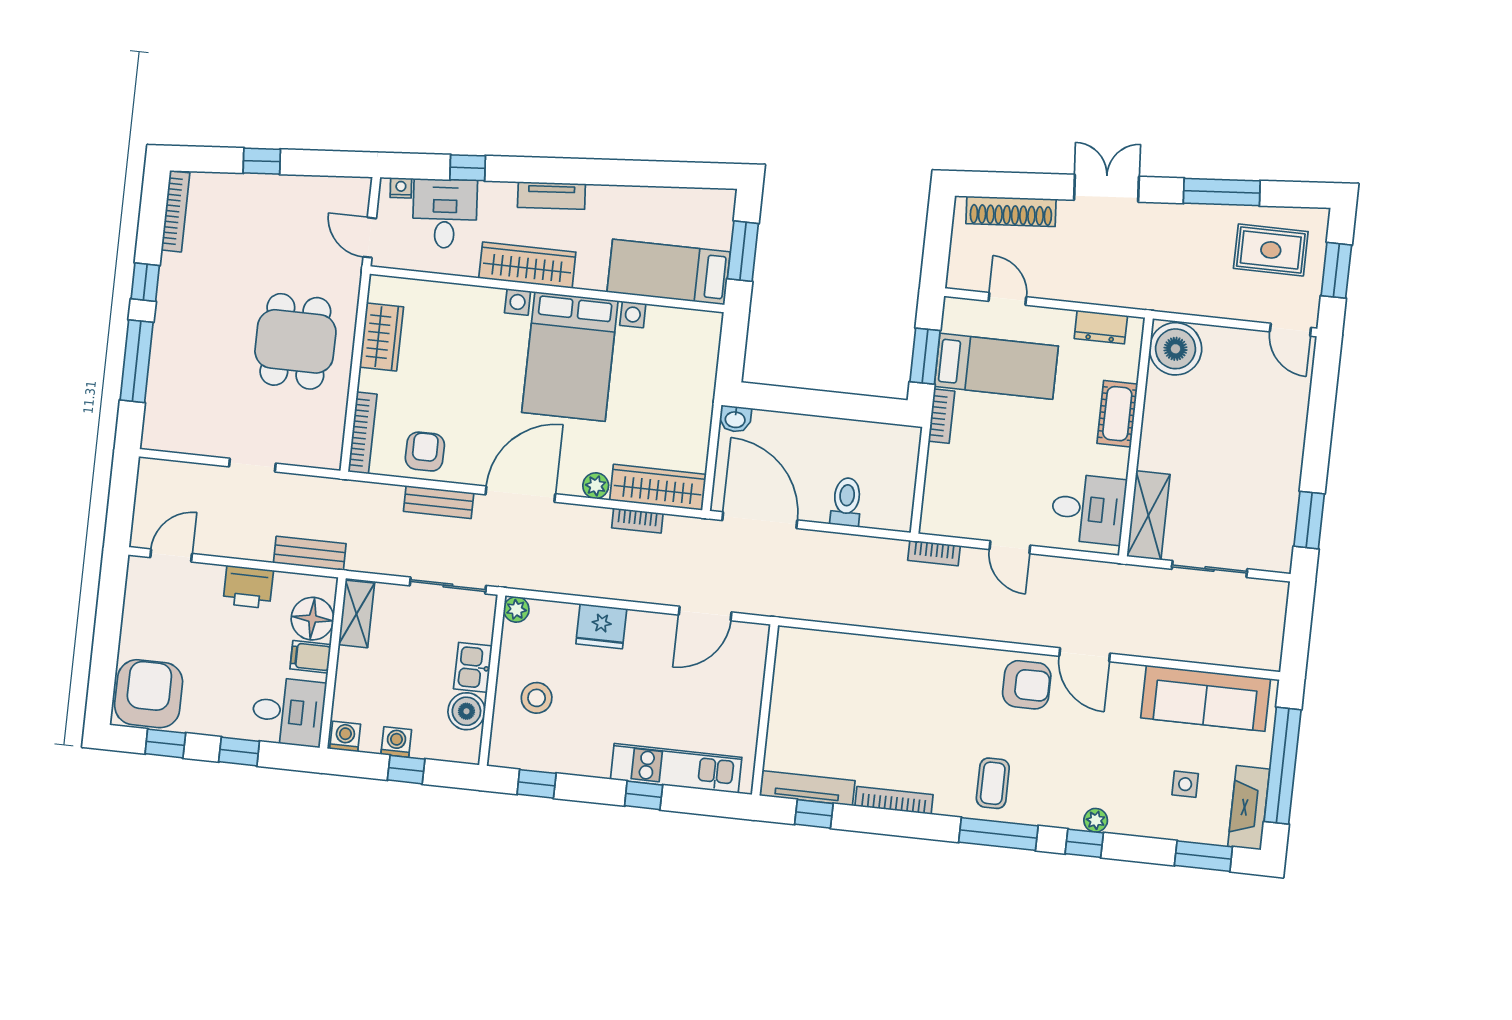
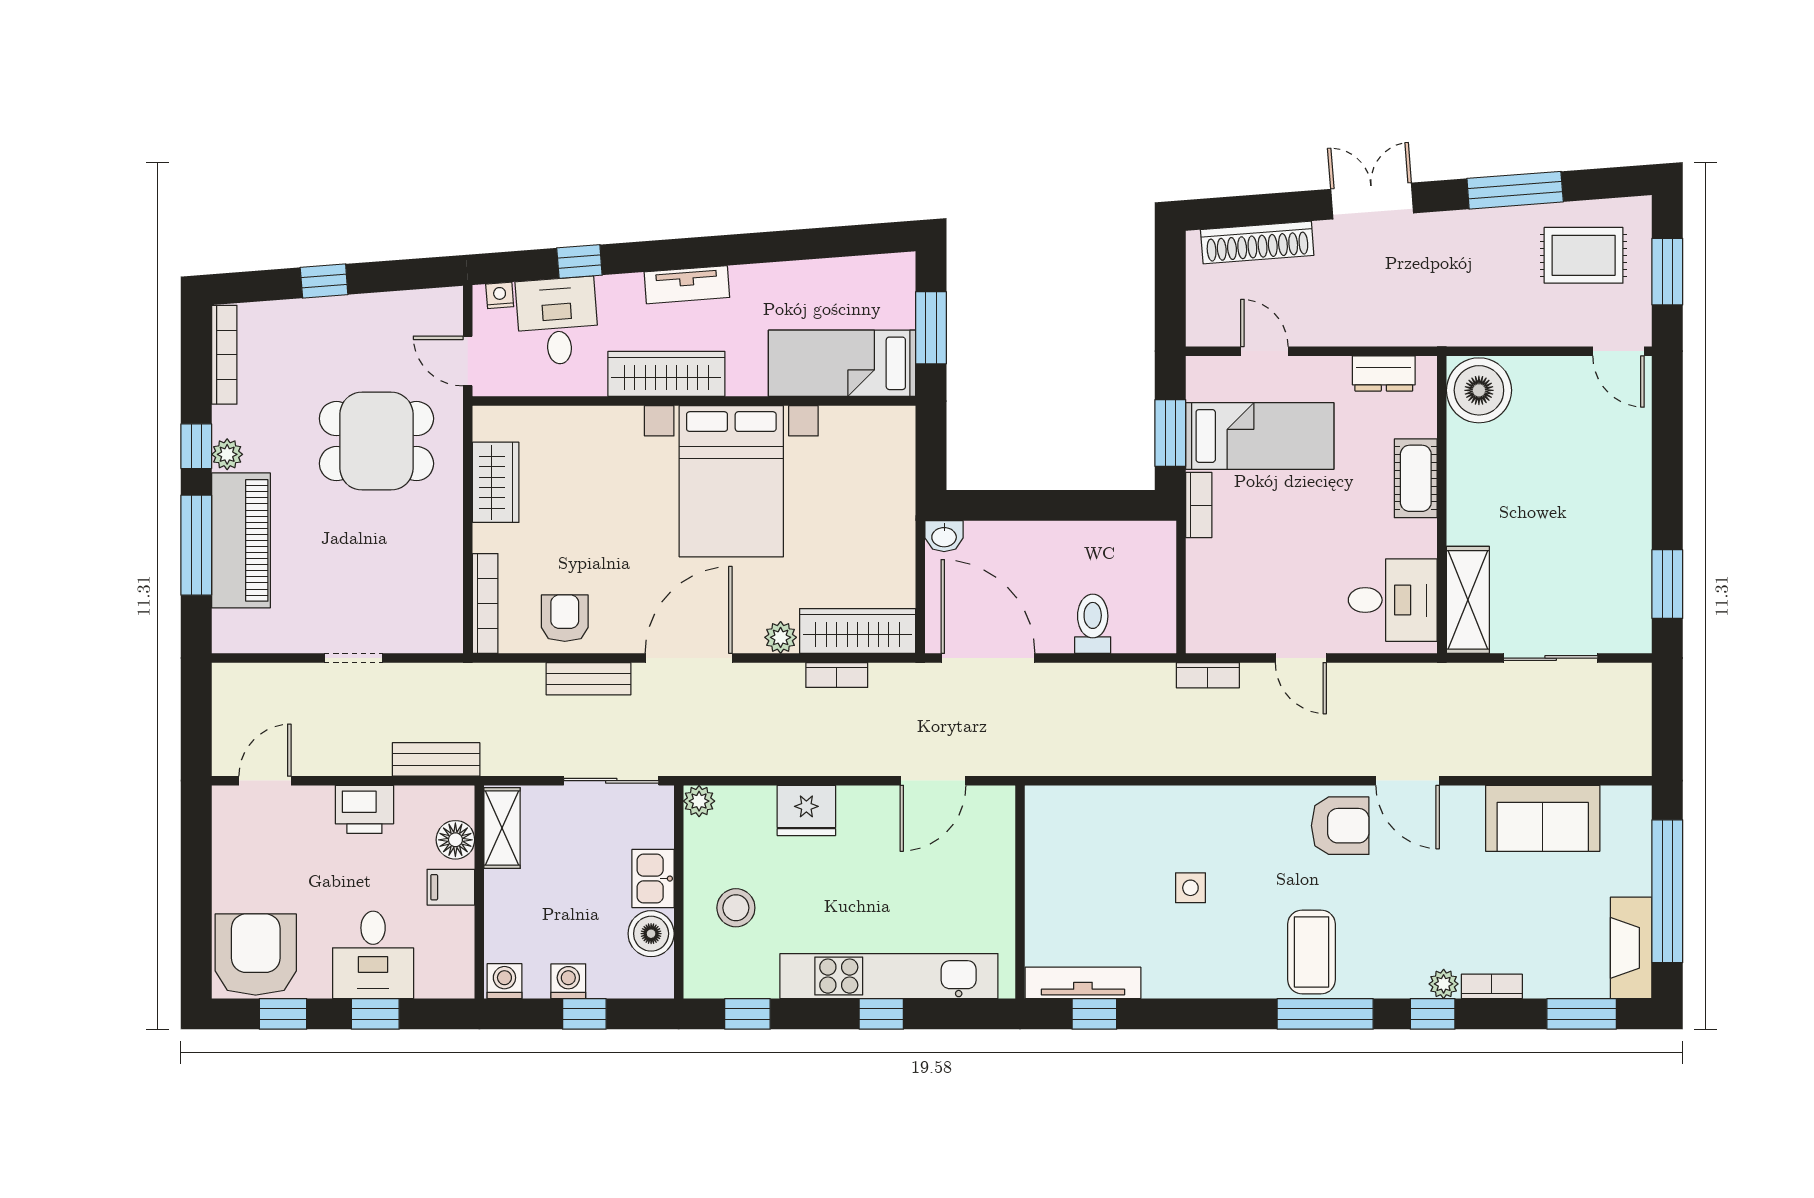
plant: (169, 291) -> (227, 454), added
dining table: (295, 341) -> (376, 441), moved, turned 90
piano: (173, 361) -> (241, 540), added
floor lamp: (312, 619) -> (455, 840), width x0.73, depth x0.73
sofa: (1206, 698) -> (1543, 818), width x0.73
desk: (288, 712) -> (373, 955), moved, turned 90
kitchen unit: (676, 768) -> (889, 976), width x1.36
coffee table: (993, 783) -> (1312, 952), width x1.36, depth x1.30
side table: (1185, 784) -> (1190, 888), moved
bookcase: (894, 800) -> (1492, 986), moved, width x0.64

